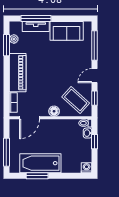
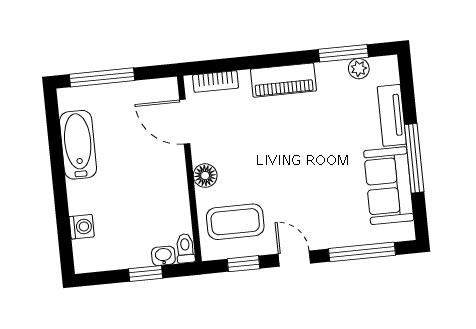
window: (36, 19) -> (414, 158), moved
piano: (18, 73) -> (283, 80), width x0.73, depth x0.75
coffee table: (76, 100) -> (235, 222), turned 48
bathtub: (40, 163) -> (78, 145), width x0.73, depth x0.73
washing machine: (87, 168) -> (82, 227), moved
window: (37, 176) -> (56, 152), removed

